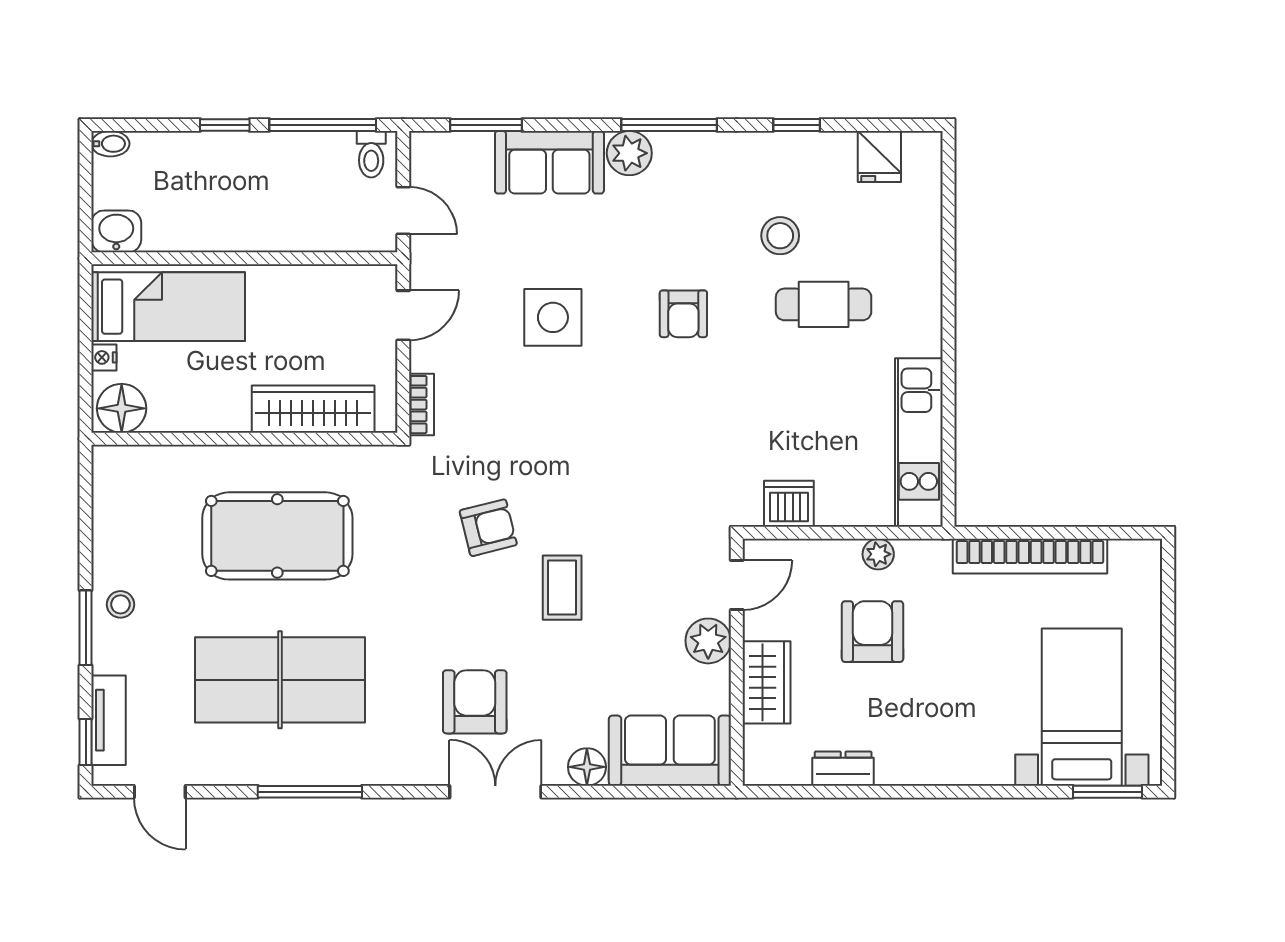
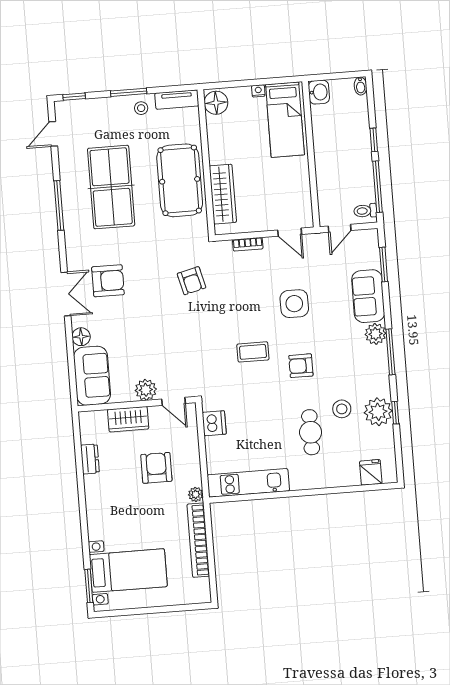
fridge: (879, 156) -> (371, 472), moved, turned 90
plant: (792, 161) -> (378, 412), added
floor lamp: (122, 408) -> (216, 103), moved
wardrobe: (313, 409) -> (223, 194), moved
wall: (244, 439) -> (206, 162), moved
plant: (878, 554) -> (196, 494), moved
coffee table: (562, 588) -> (253, 352), moved
armchair: (873, 632) -> (156, 468), turned -90
tv unit: (109, 720) -> (177, 100), moved

